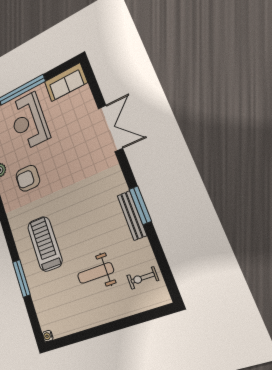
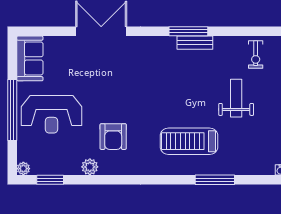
bench: (132, 215) -> (195, 43), width x0.73
weight bench: (96, 273) -> (236, 98), turned 180

